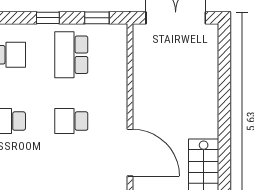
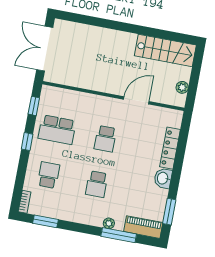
door: (130, 153) -> (136, 100), width x0.73

